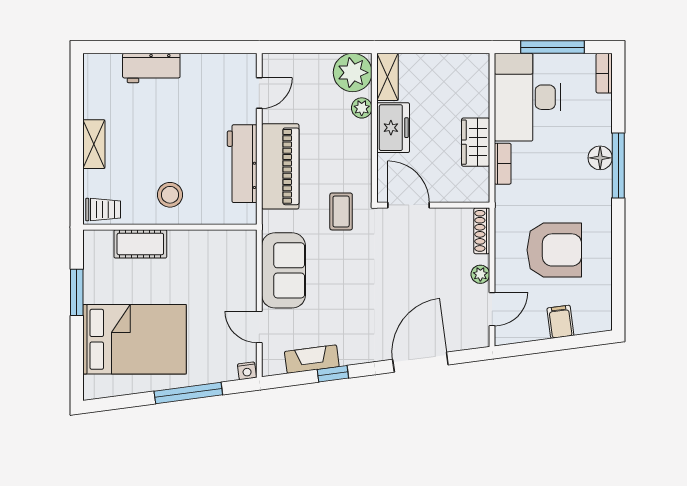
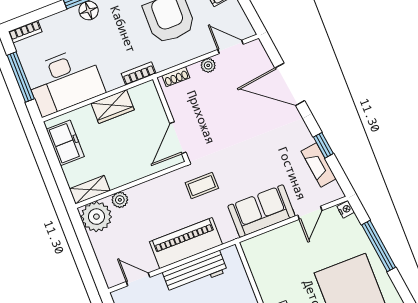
freezer: (393, 128) -> (65, 143), moved, turned 90
bookcase: (503, 164) -> (139, 73), moved
shoe rack: (482, 231) -> (176, 77), width x0.70

